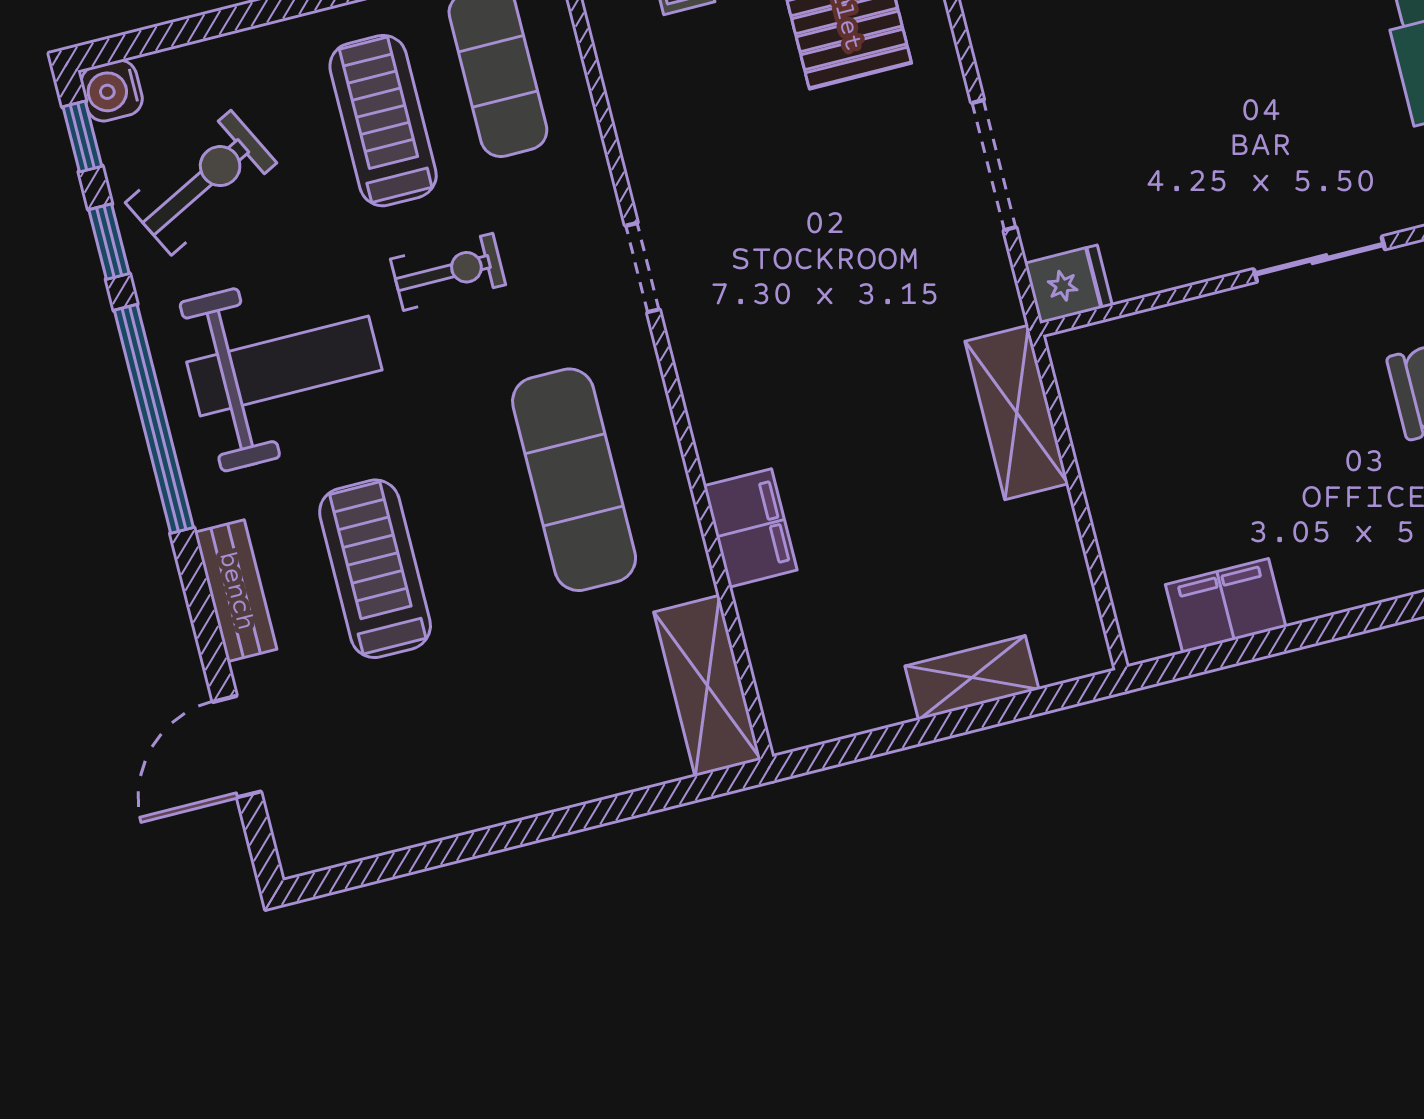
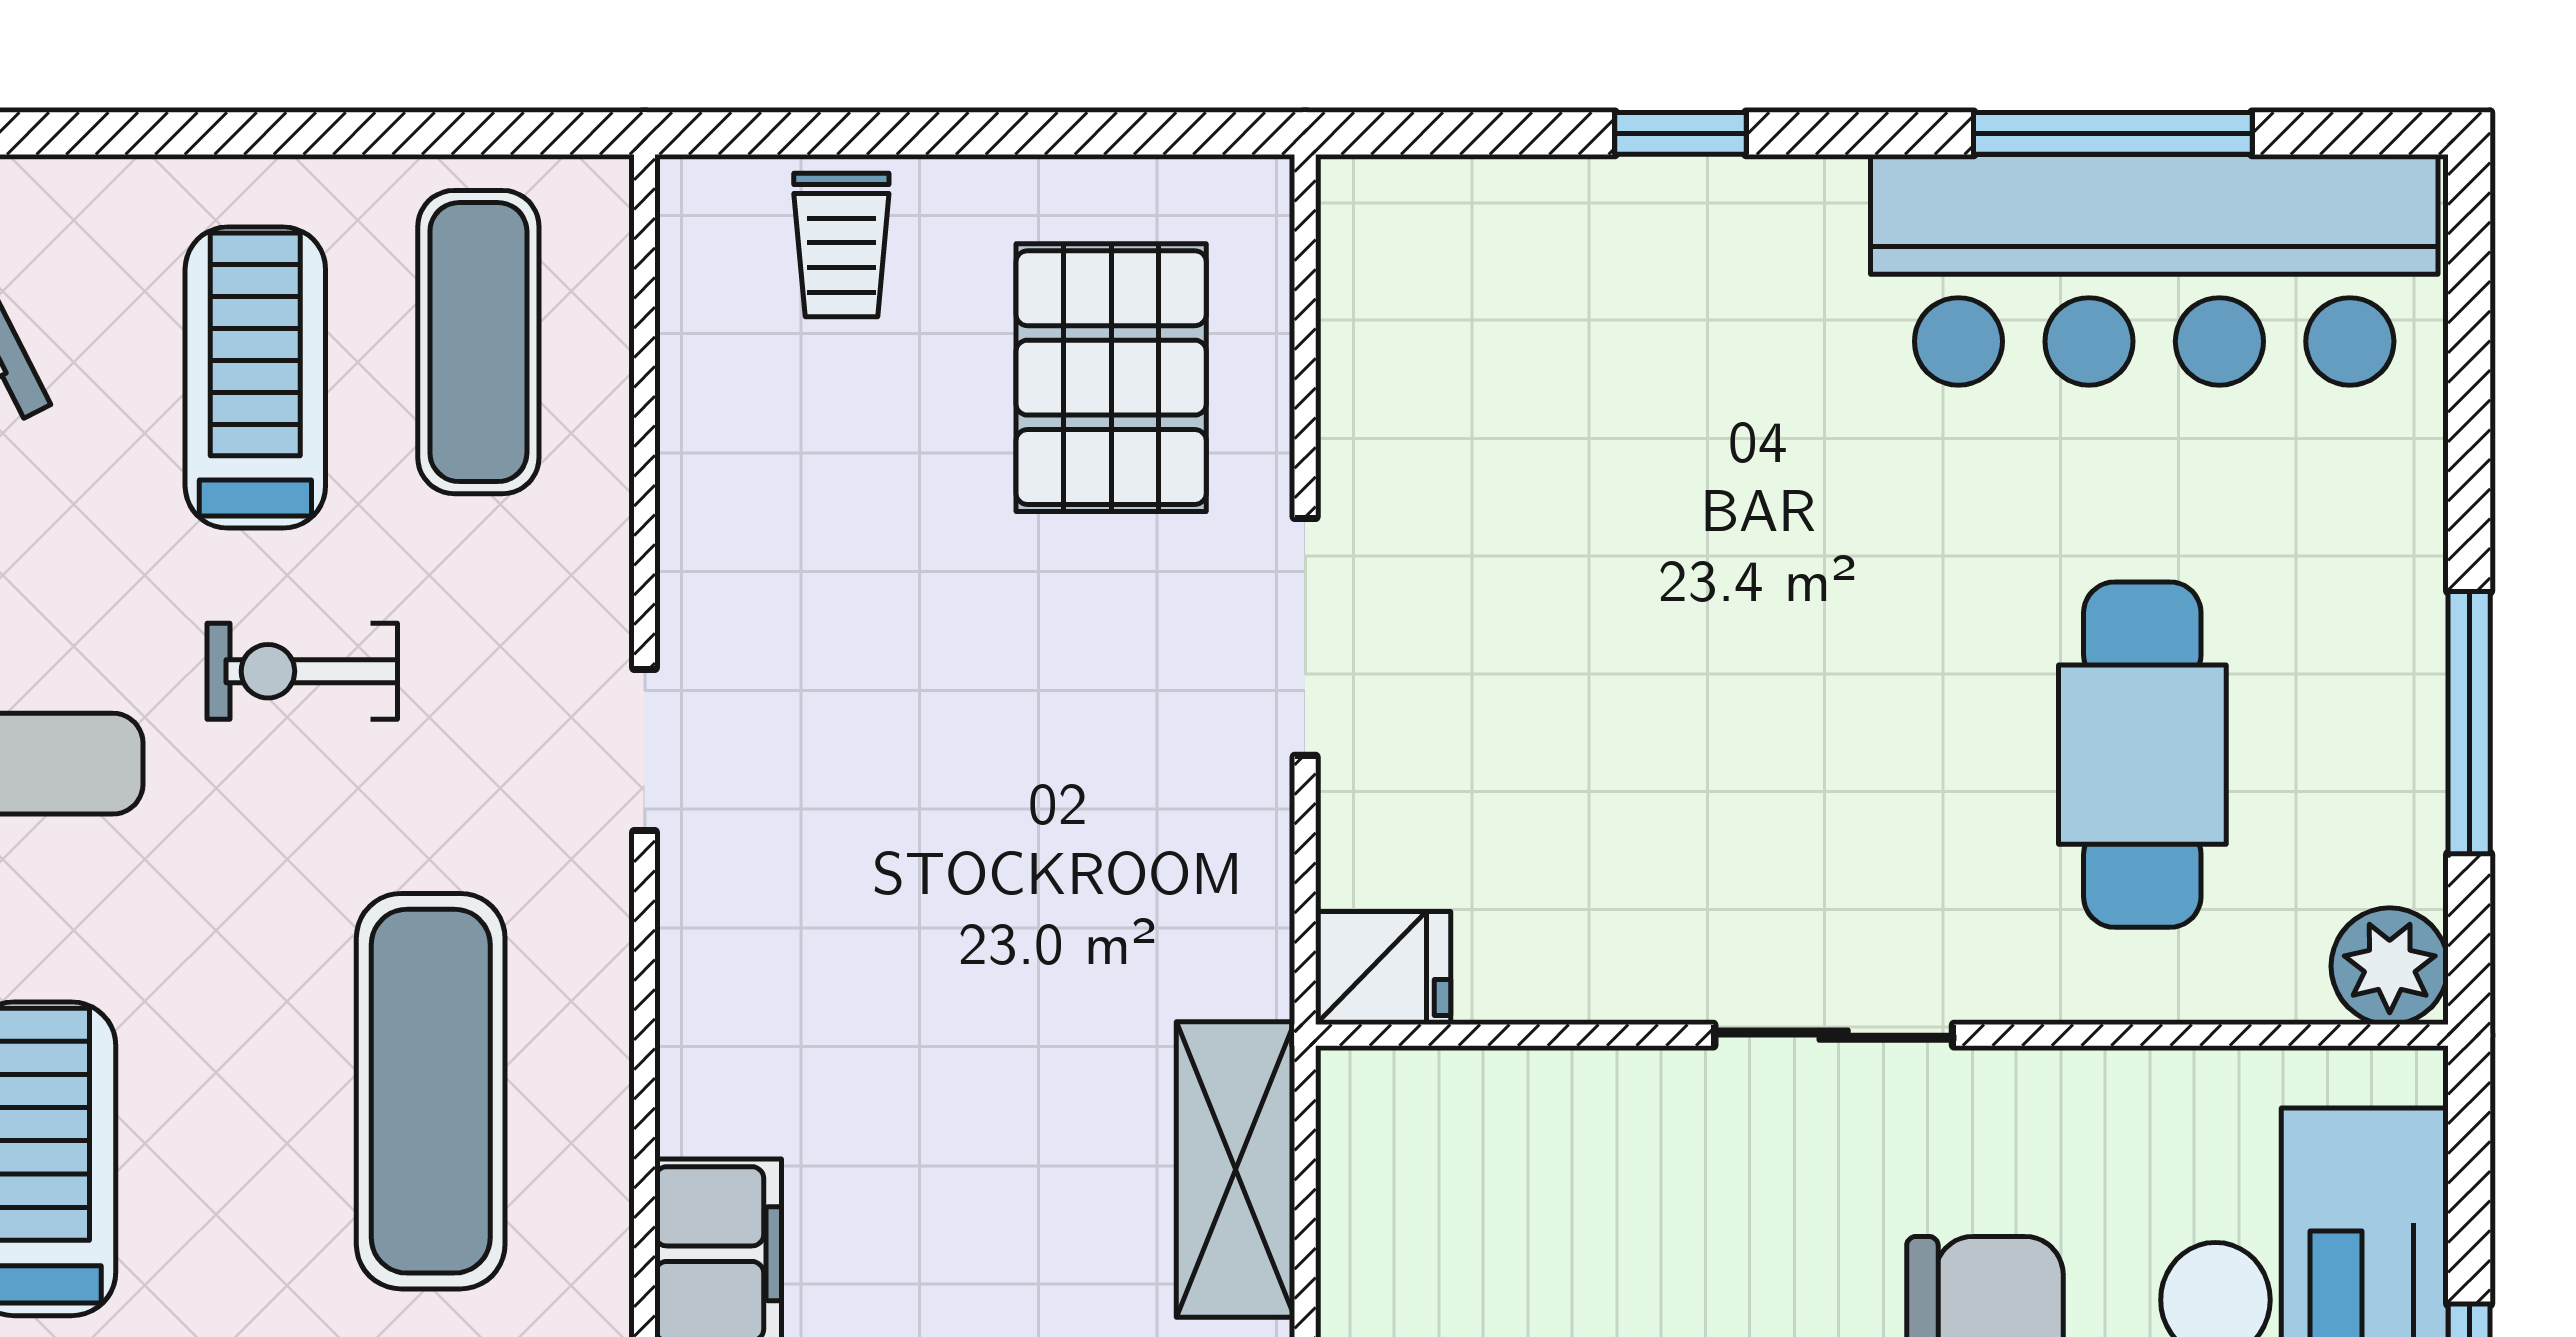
doorway: (994, 165) -> (1305, 637), moved
exercise bike: (448, 272) -> (302, 671), turned 180

